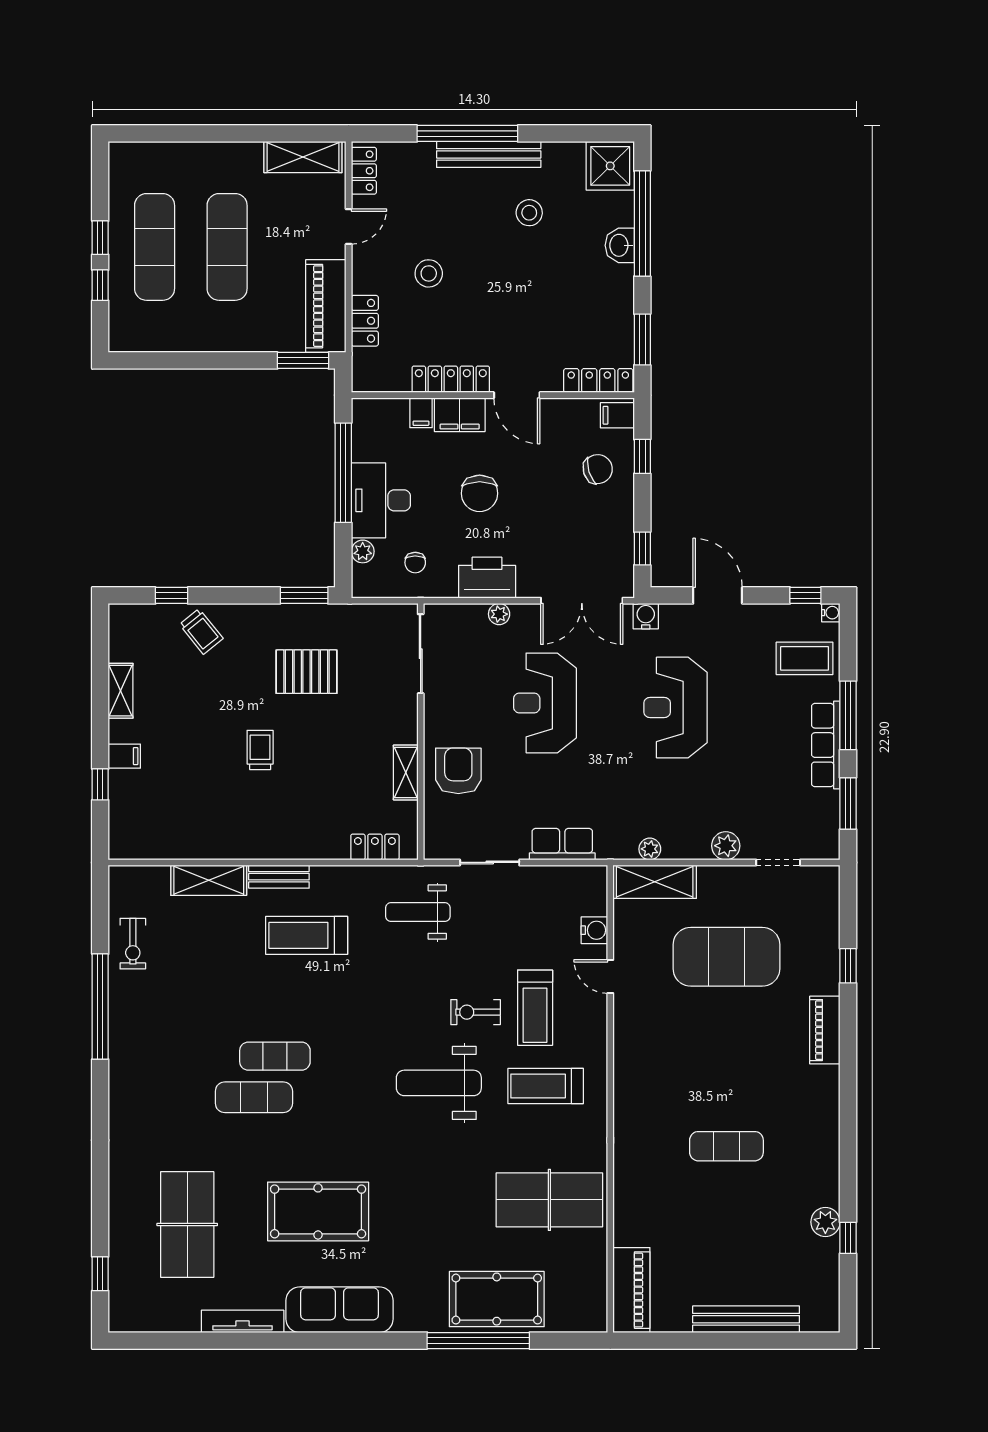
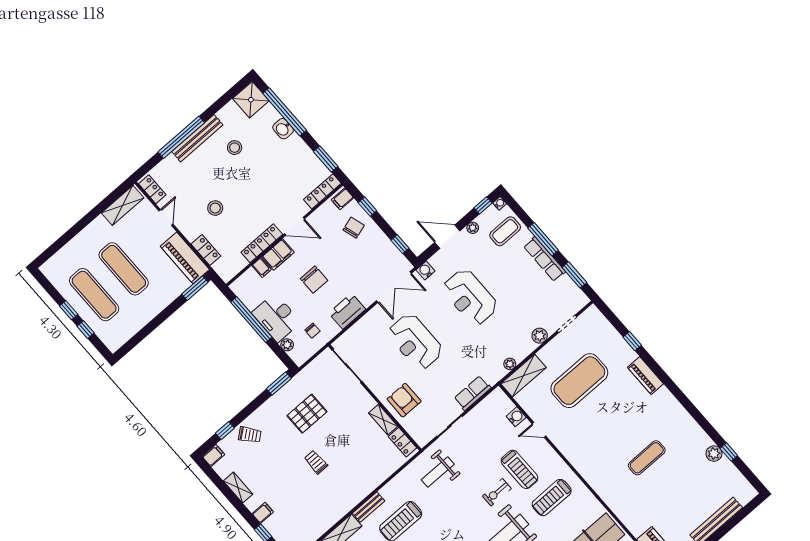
plant: (499, 614) -> (473, 228), moved
filing cabinet: (125, 616) -> (213, 456), added
locker: (375, 847) -> (403, 442), moved, turned -90

